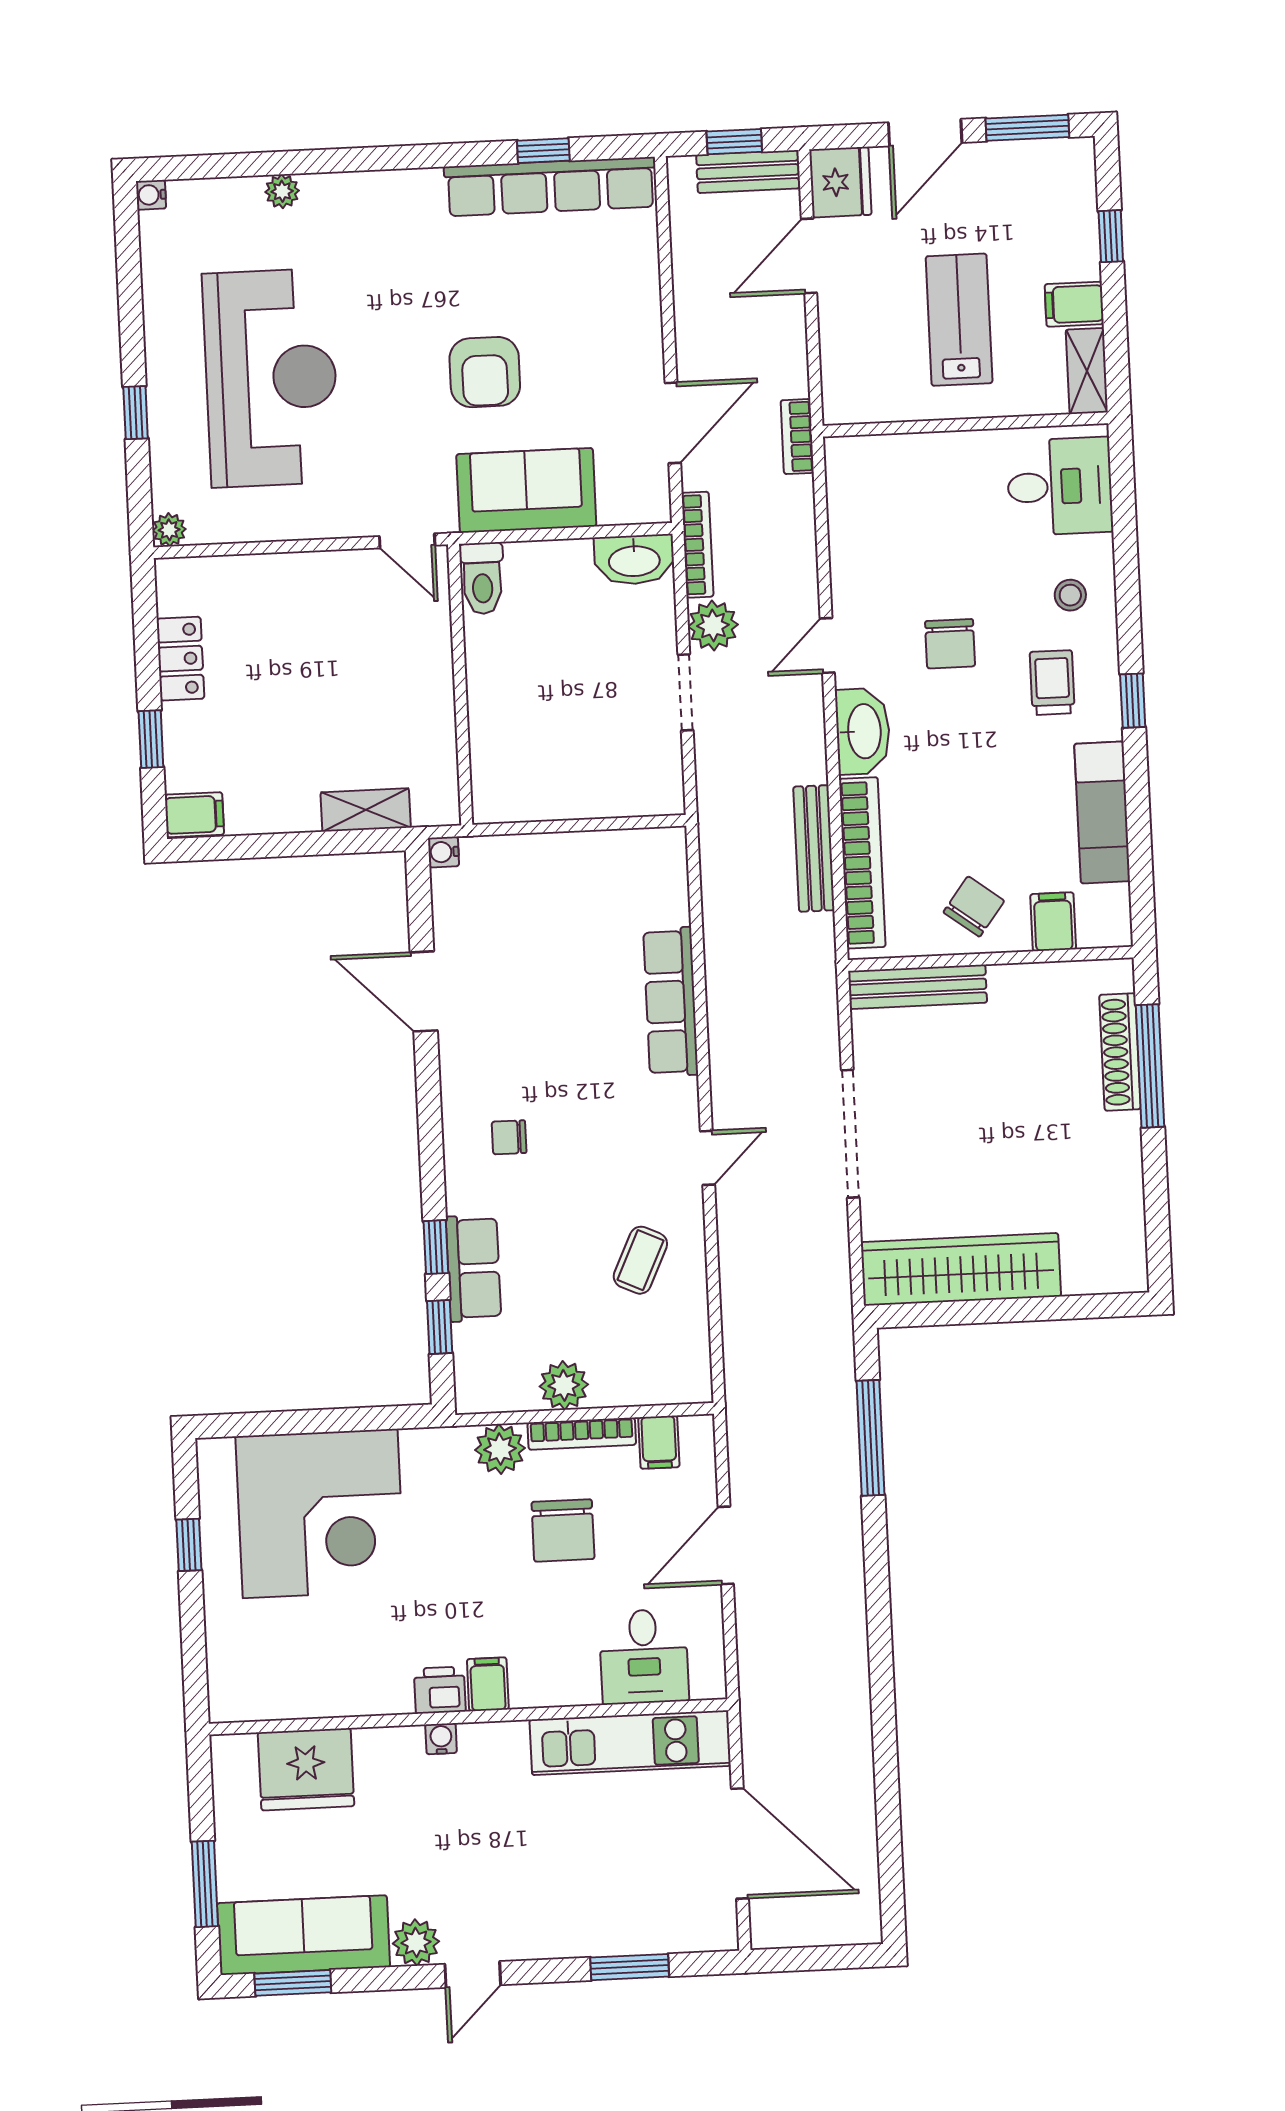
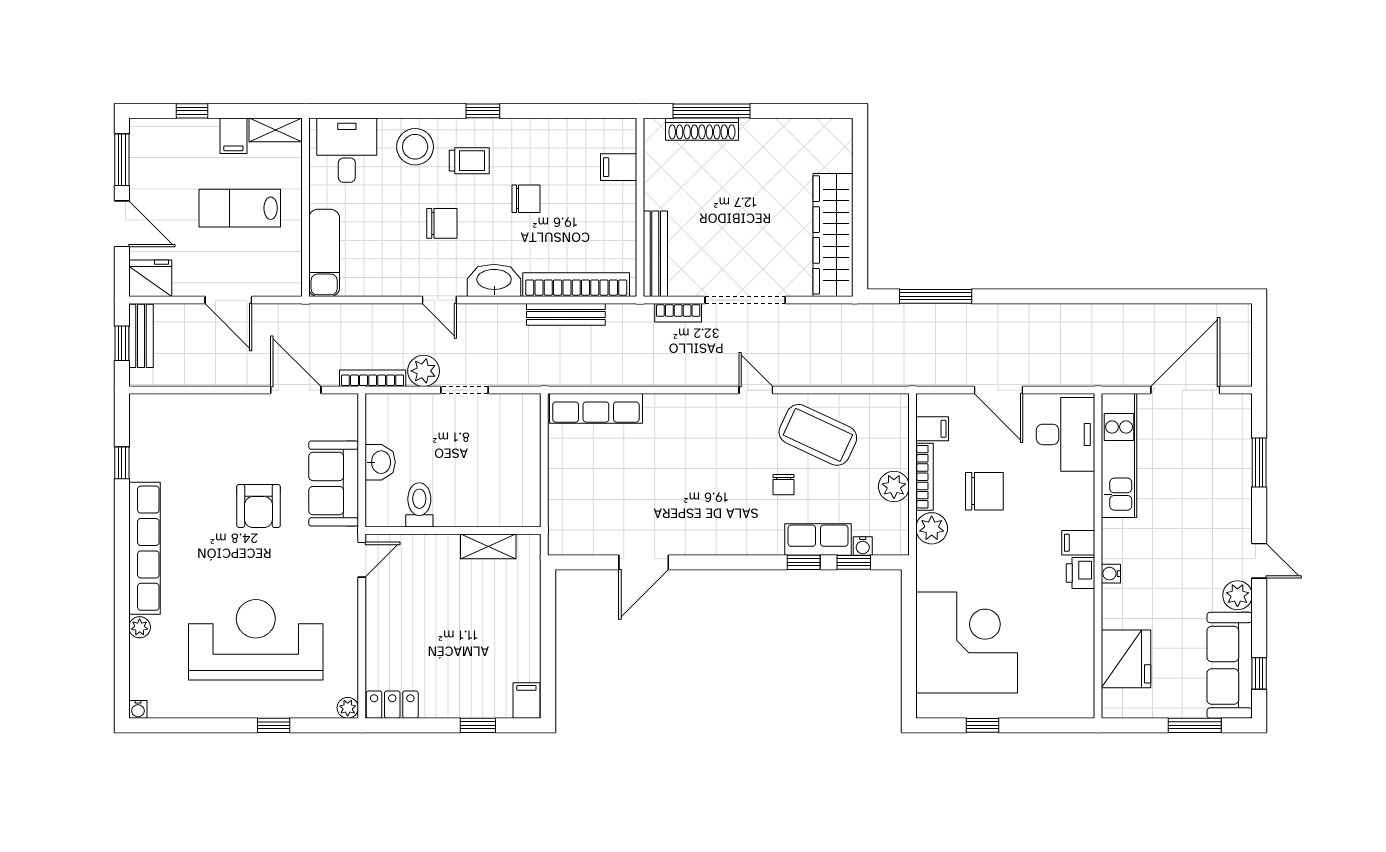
row of seats: (550, 187) -> (145, 548), moved
door: (809, 256) -> (228, 300), moved
armchair: (485, 372) -> (258, 506), turned 90
bookcase: (797, 437) -> (678, 313), moved
washbasin: (634, 560) -> (380, 462), moved, width x0.72
toilet: (482, 578) -> (419, 505), moved, turned -90
stool: (1070, 595) -> (415, 147), width x1.89, depth x1.89
locker: (180, 659) -> (392, 705), moved
trolley: (1052, 683) -> (469, 161), turned 180
shelving: (366, 810) -> (488, 546), moved, turned 90
exam couch: (1102, 812) -> (324, 253), moved, turned -90
water cooler: (443, 852) -> (863, 546), moved
chair: (974, 906) -> (526, 199), moved, turned 143
row of seats: (671, 1002) -> (596, 408), moved
chair: (509, 1137) -> (783, 485), moved
coffee table: (640, 1260) -> (818, 435), width x1.86, depth x1.72
desk: (644, 1657) -> (1066, 434), width x1.37
window: (293, 1983) -> (1259, 673), width x0.67

